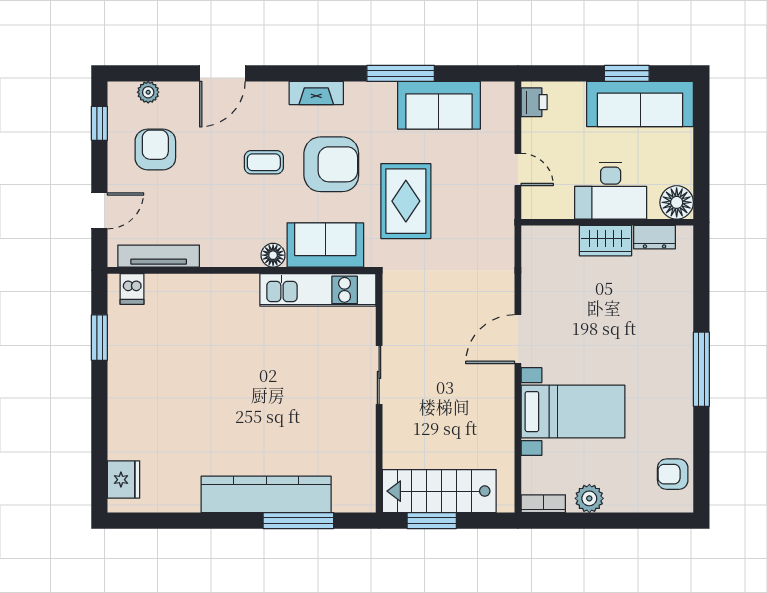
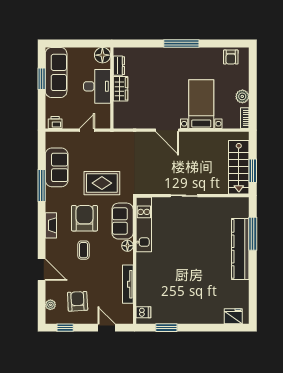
armchair: (155, 150) -> (78, 301), turned 87
tv unit: (159, 256) -> (128, 284), moved

